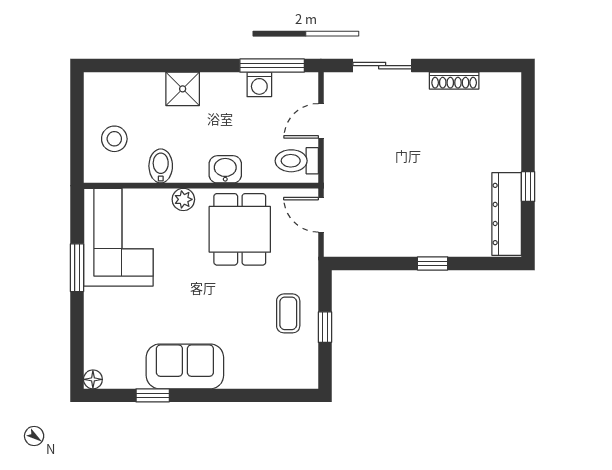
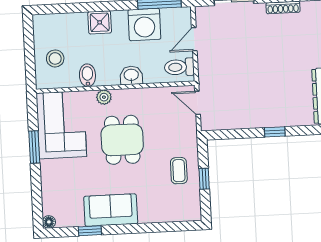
washing machine: (259, 84) -> (144, 25), width x1.89, depth x1.89
dining table: (240, 229) -> (122, 140), moved

